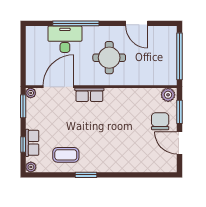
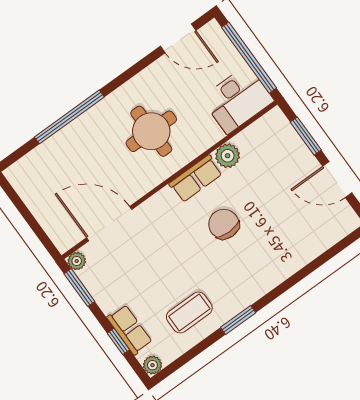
door: (137, 23) -> (178, 38), moved
desk: (65, 39) -> (238, 99), moved, turned 180
door: (59, 87) -> (109, 224), hinge flipped
row of seats: (89, 95) -> (196, 179), moved
plant: (168, 95) -> (228, 156), moved
chair: (160, 121) -> (224, 224), moved

